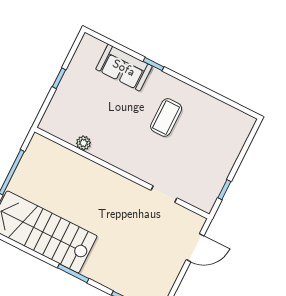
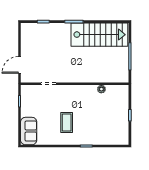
sofa: (124, 68) -> (29, 131), moved, turned 90

